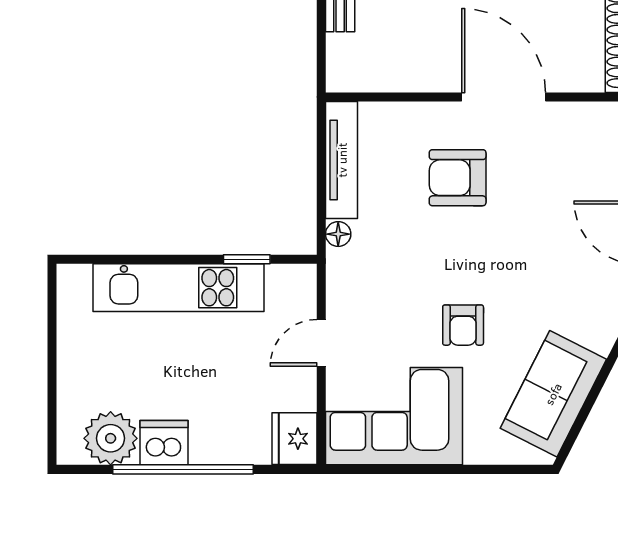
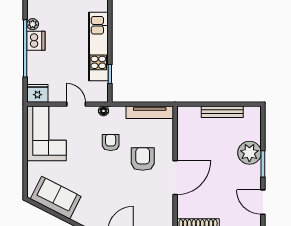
floor lamp: (338, 234) -> (104, 111), moved
armchair: (463, 325) -> (111, 142), moved, turned 90
plant: (111, 438) -> (33, 24), width x0.53, depth x0.53

